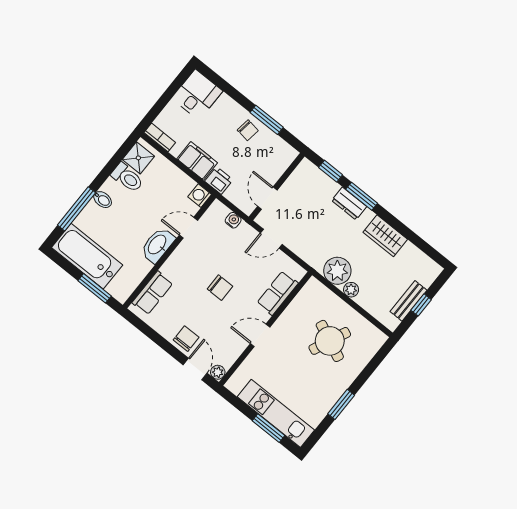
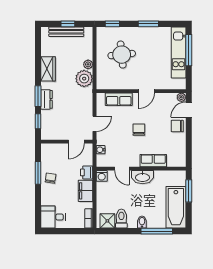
door: (271, 239) -> (95, 124), hinge flipped
row of seats: (152, 293) -> (153, 161), moved
bench: (409, 301) -> (66, 32), width x1.36
door: (260, 335) -> (146, 91), hinge flipped
round table: (330, 341) -> (122, 55), turned -30
window: (377, 360) -> (112, 24), added
window: (268, 428) -> (189, 50), width x1.44

